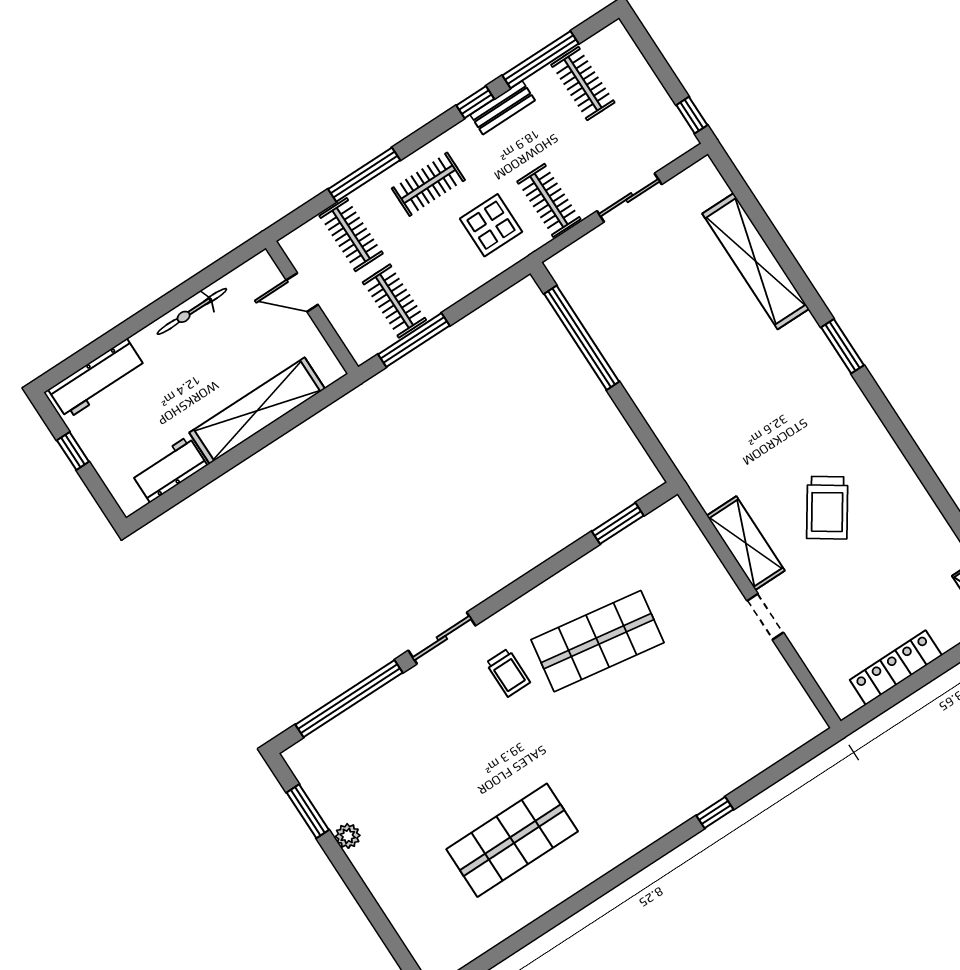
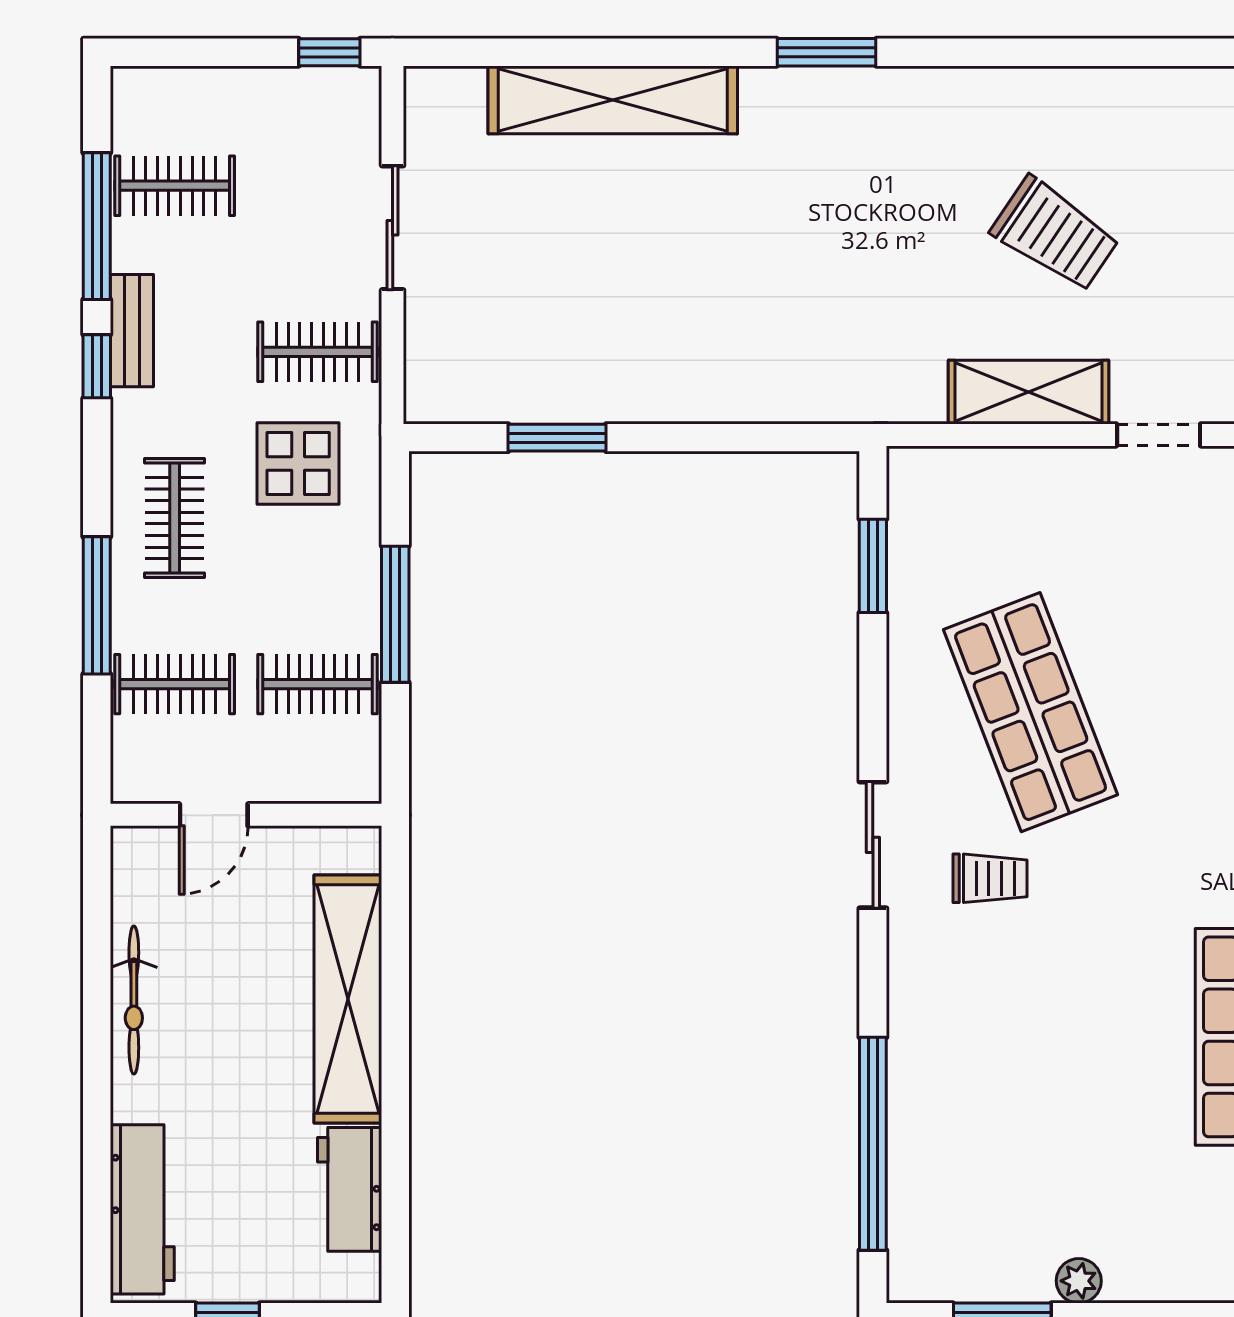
window: (582, 338) -> (557, 438), width x0.47
window: (414, 340) -> (395, 614), moved
sliding door: (442, 638) -> (873, 845), moved
shop shelf: (598, 641) -> (1031, 712), turned -30

